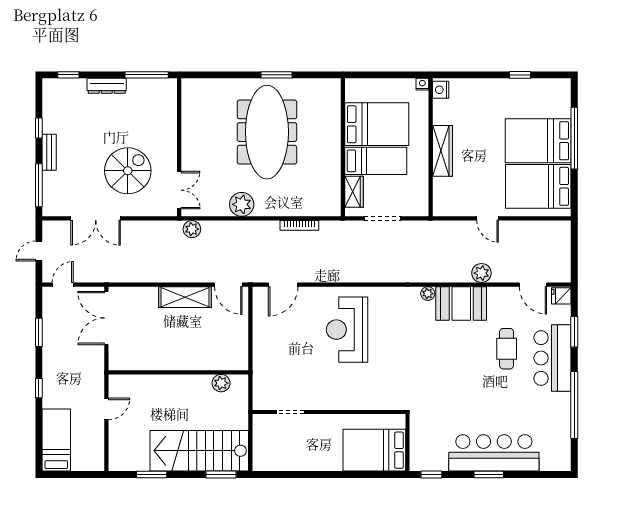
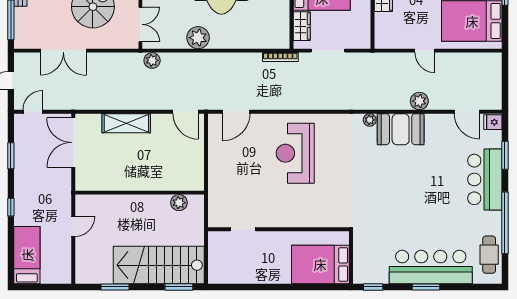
bookcase: (299, 225) -> (280, 57), moved
shelving: (185, 297) -> (126, 123), moved
cafe table: (507, 349) -> (489, 255), moved

